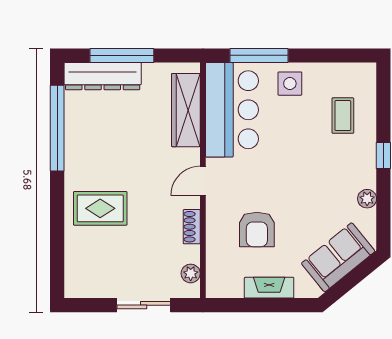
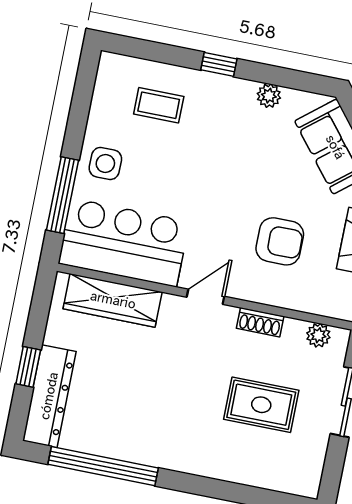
window: (122, 55) -> (28, 367), width x0.46
door: (203, 181) -> (205, 297), swing flipped
rug: (100, 208) -> (261, 405), moved, turned 90

